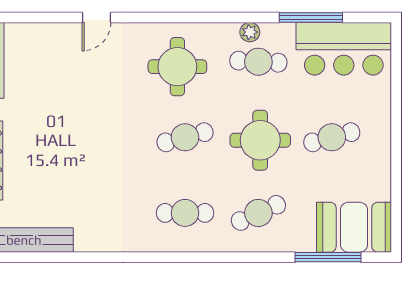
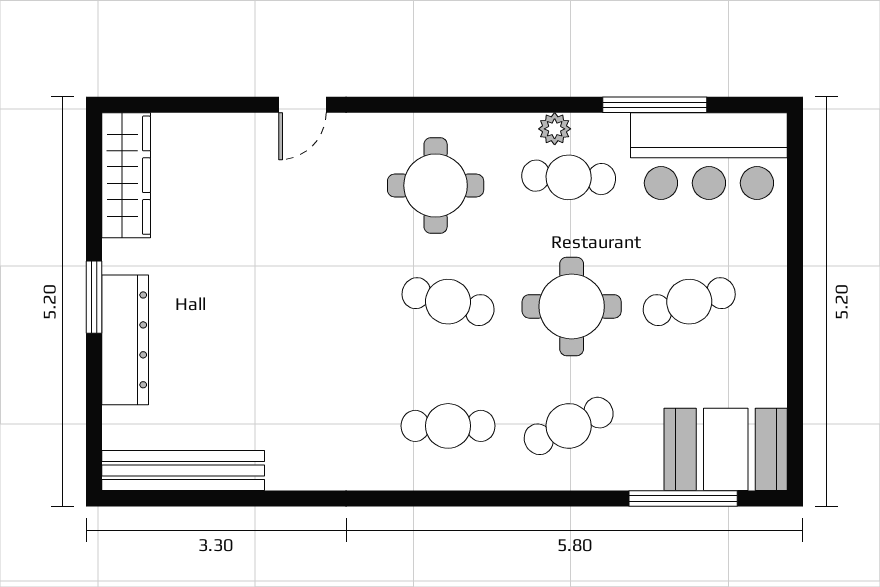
cafe table: (185, 137) -> (448, 302), turned 30

